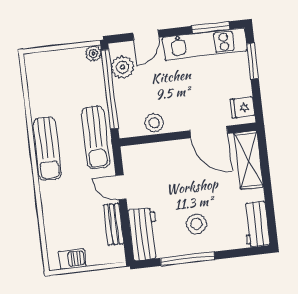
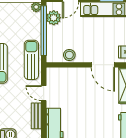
sun lounger: (96, 137) -> (31, 60), turned 180
stool: (196, 224) -> (88, 122), removed

